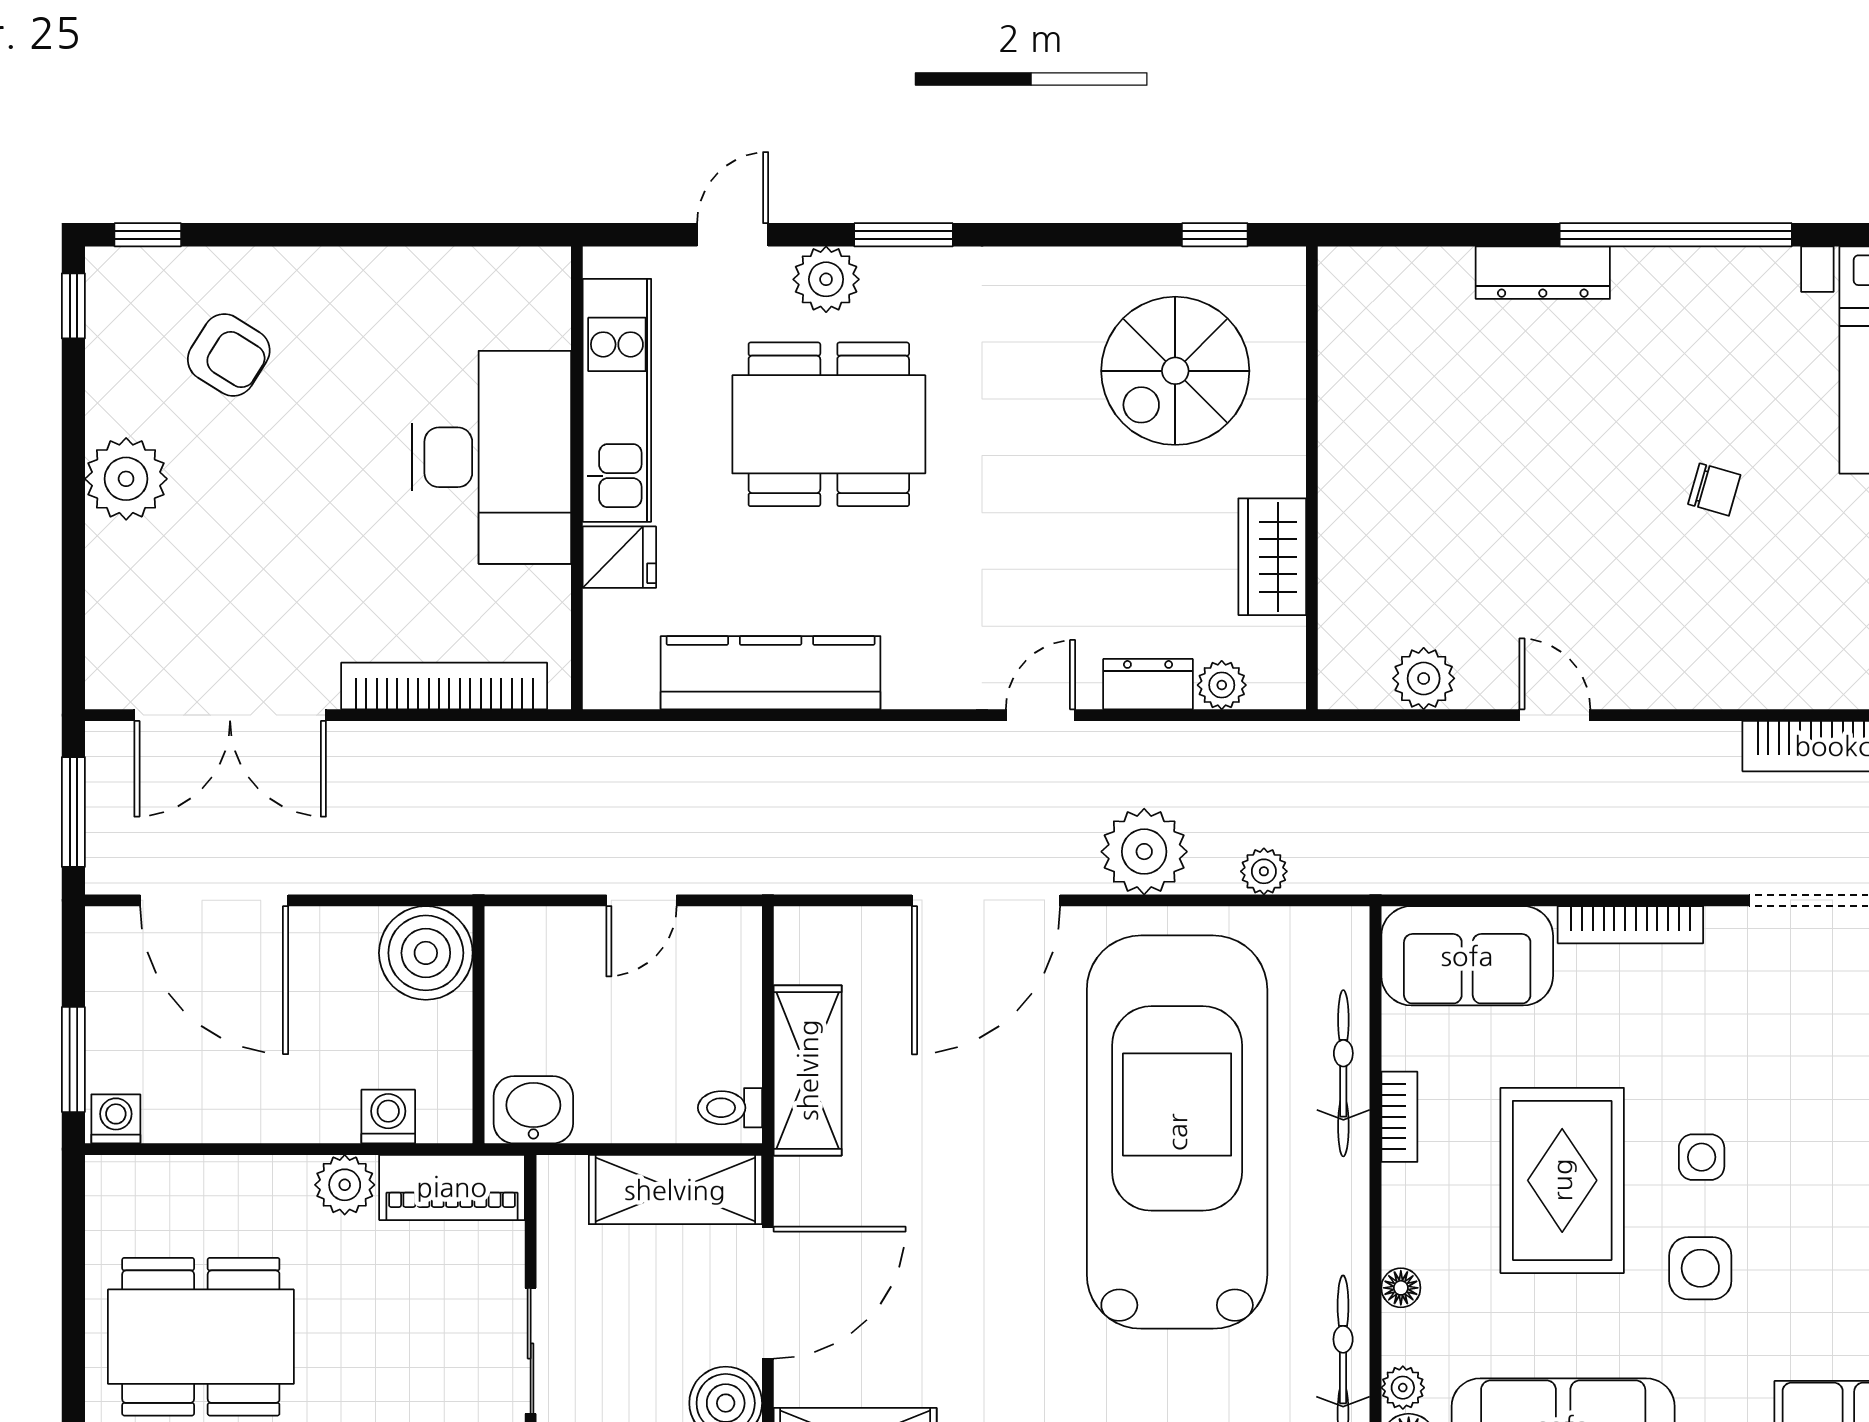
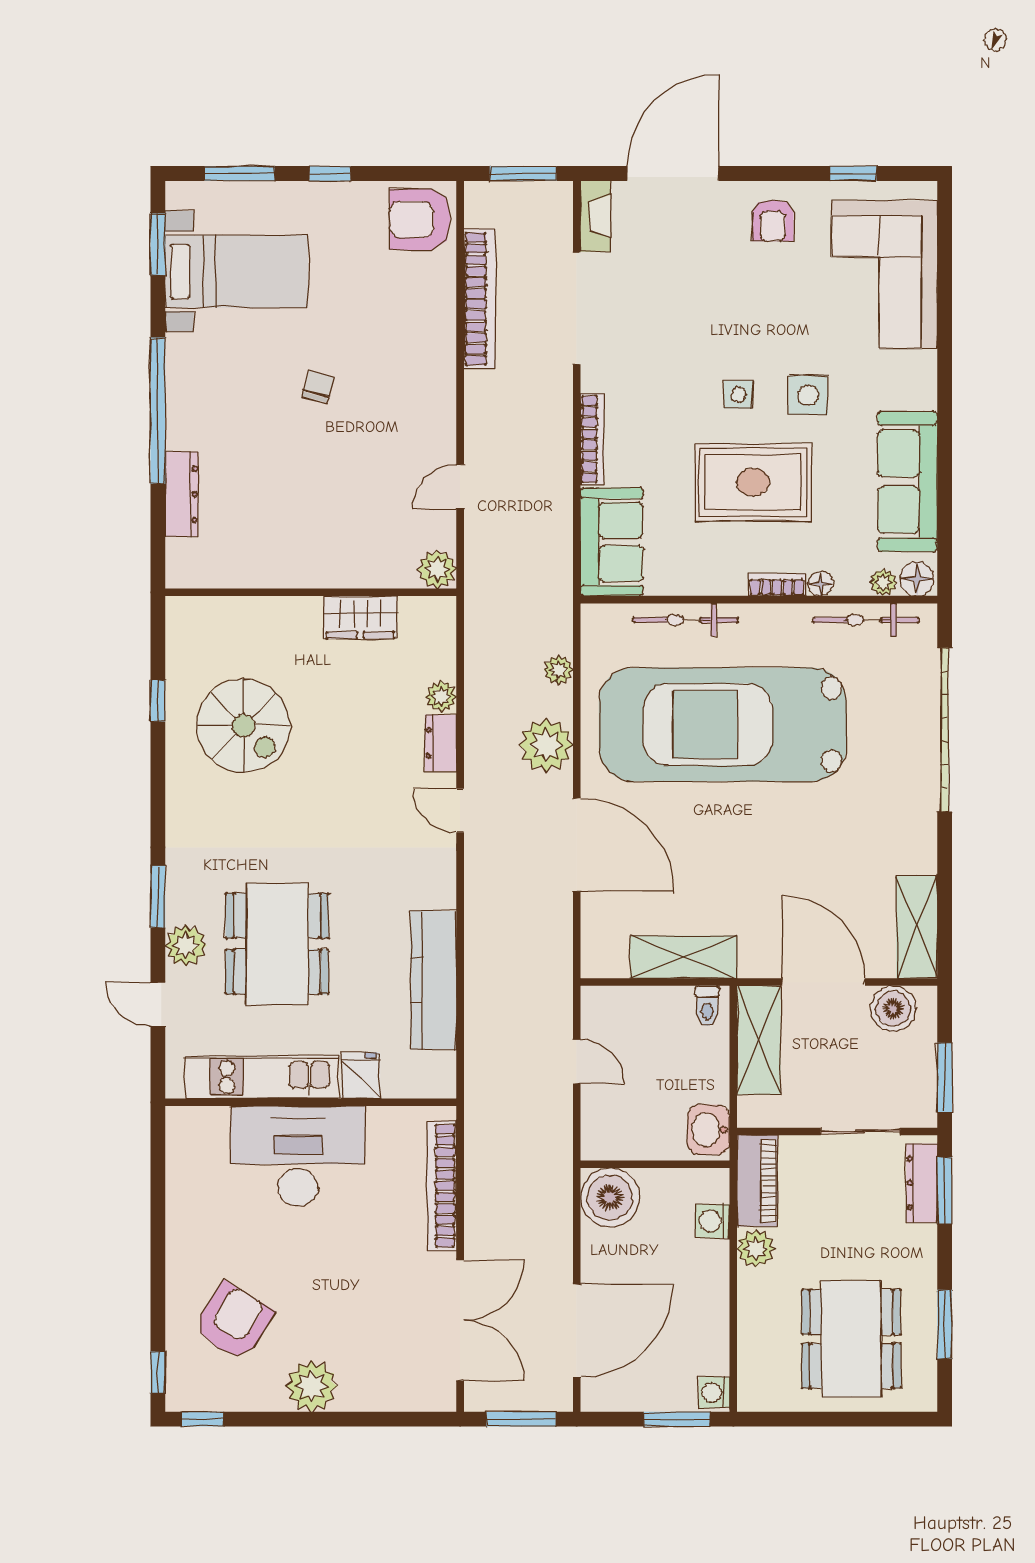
armchair: (229, 355) -> (233, 1321), width x1.38, depth x1.38
wall: (1312, 478) -> (311, 592), moved
wardrobe: (1272, 557) -> (360, 617), moved
bookcase: (1399, 1117) -> (777, 585), moved

